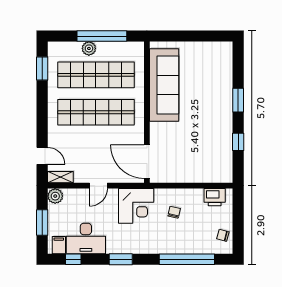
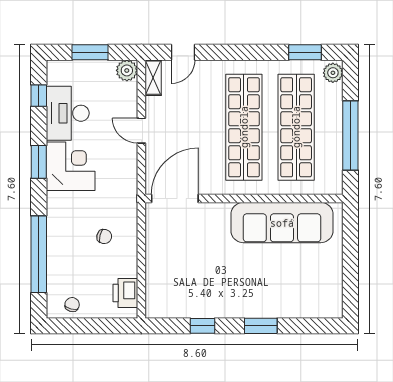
plant: (89, 48) -> (333, 73), moved
corner desk: (136, 206) -> (71, 166), moved, turned 180
filing cabinet: (59, 245) -> (58, 75), removed

